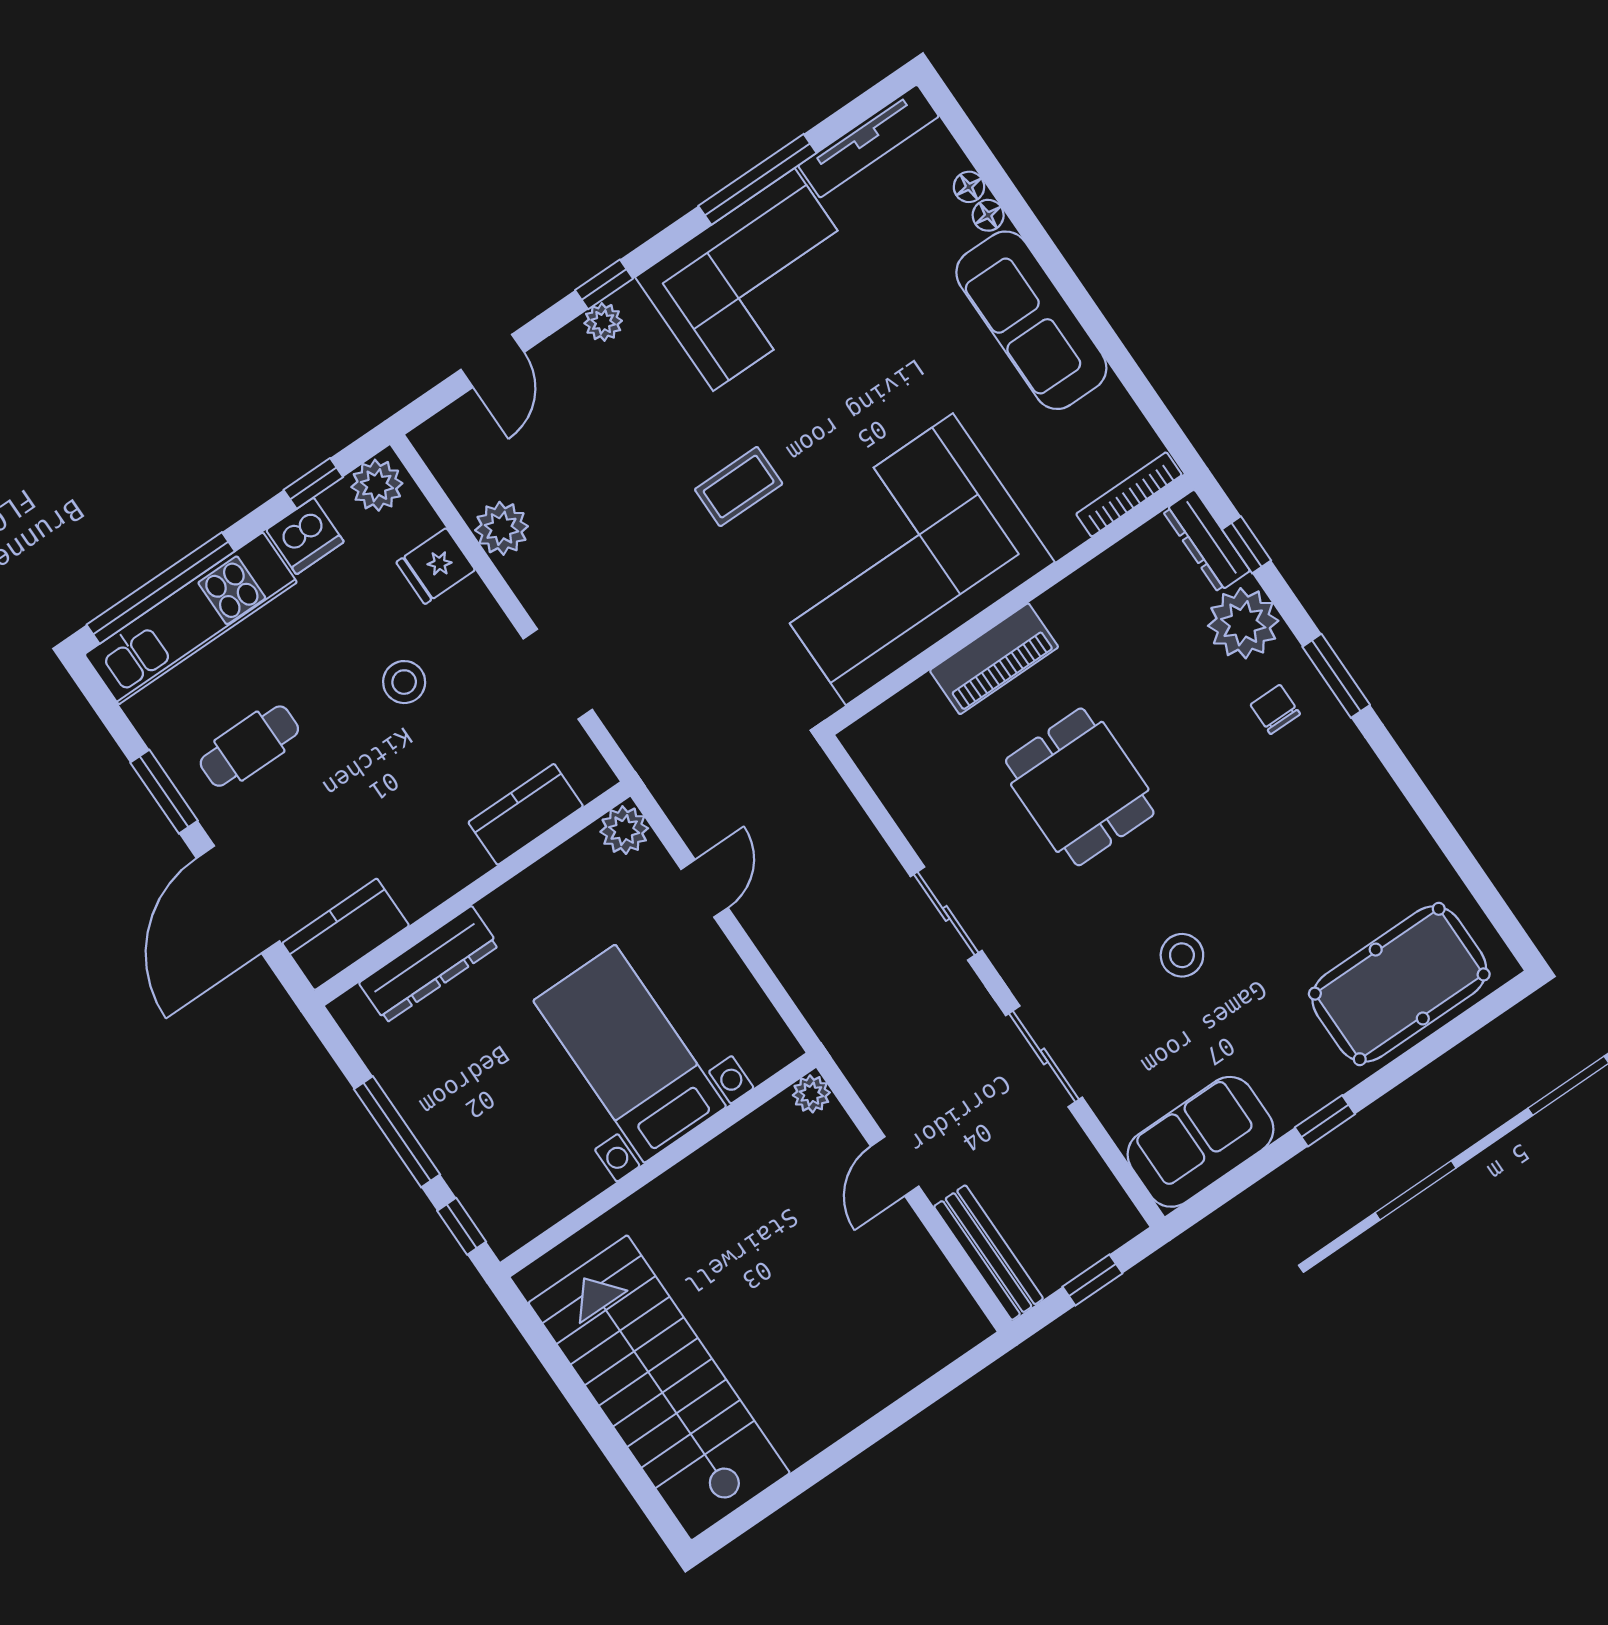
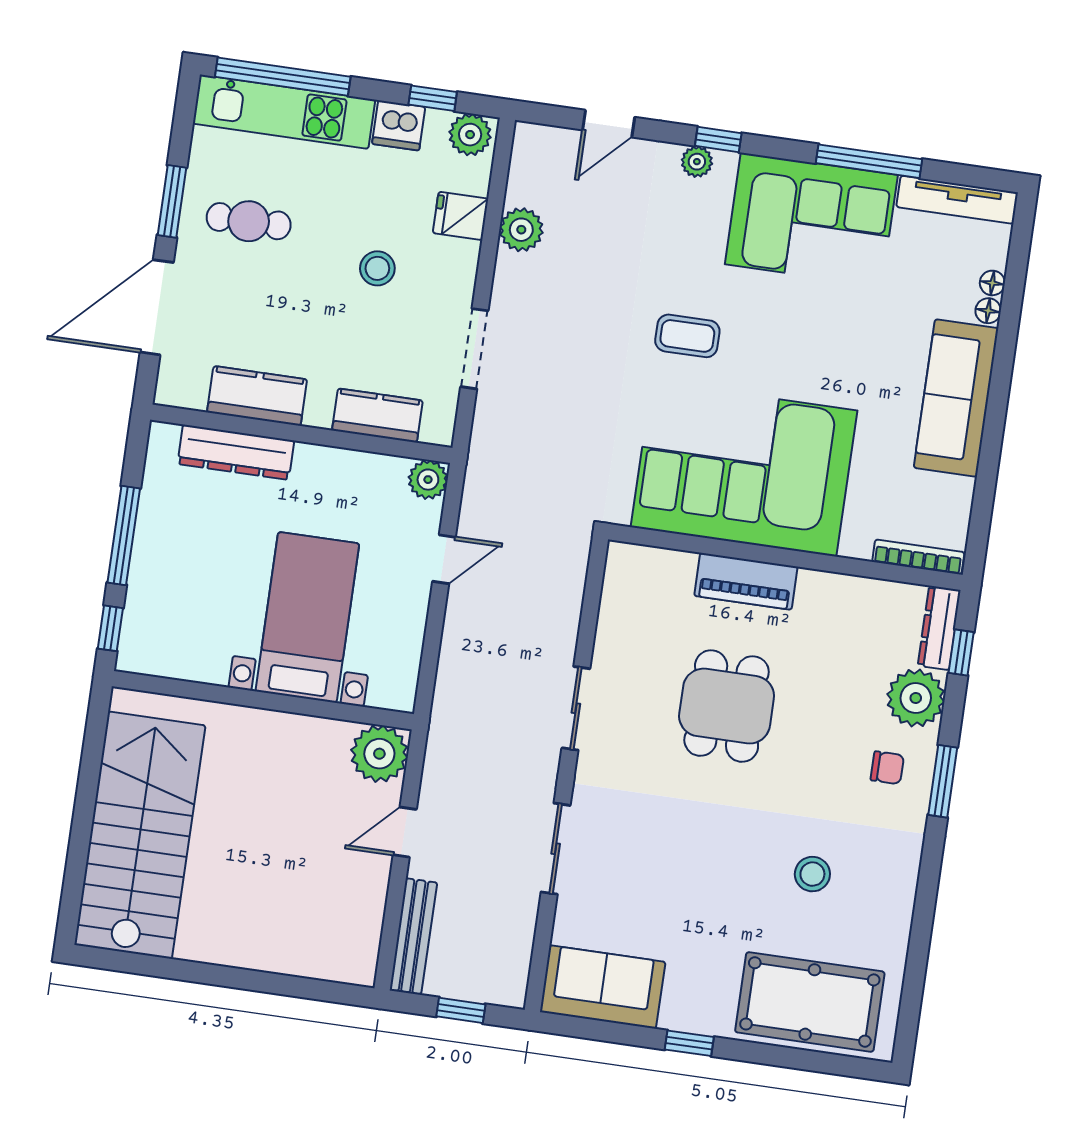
chair: (1275, 709) -> (887, 768), turned 90
kitchen counter: (346, 934) -> (257, 396), moved
stool: (1182, 955) -> (812, 874), moved
plant: (811, 1094) -> (379, 754), width x1.88, depth x1.88

